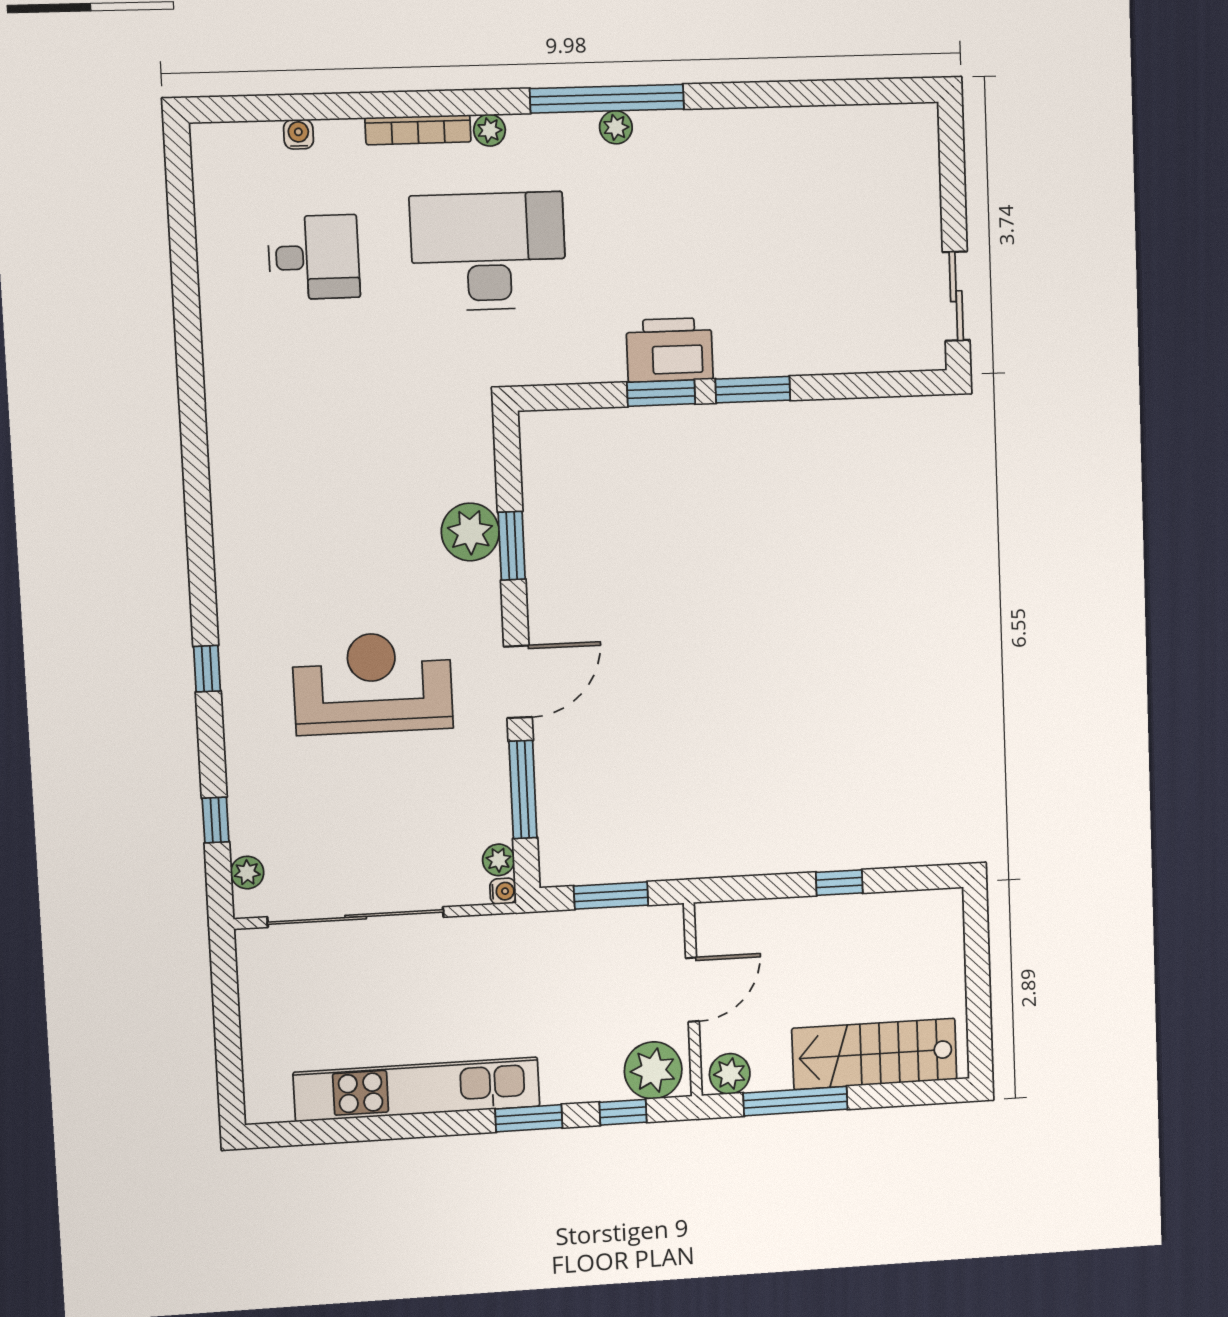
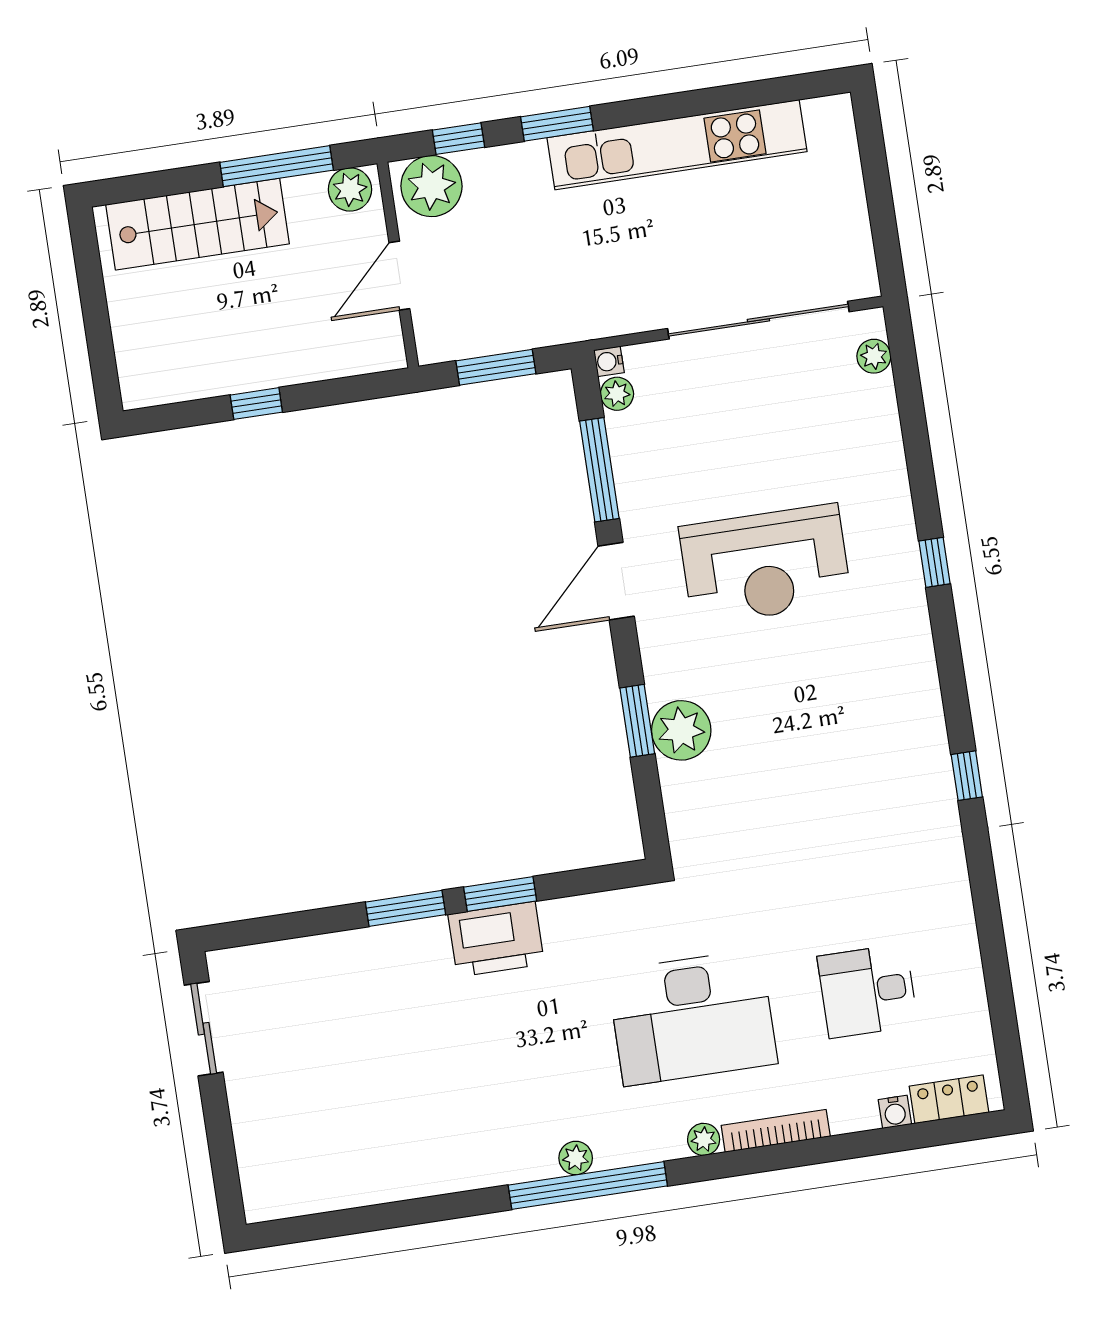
locker: (243, 140) -> (949, 1099), added
window: (216, 820) -> (967, 776), moved

